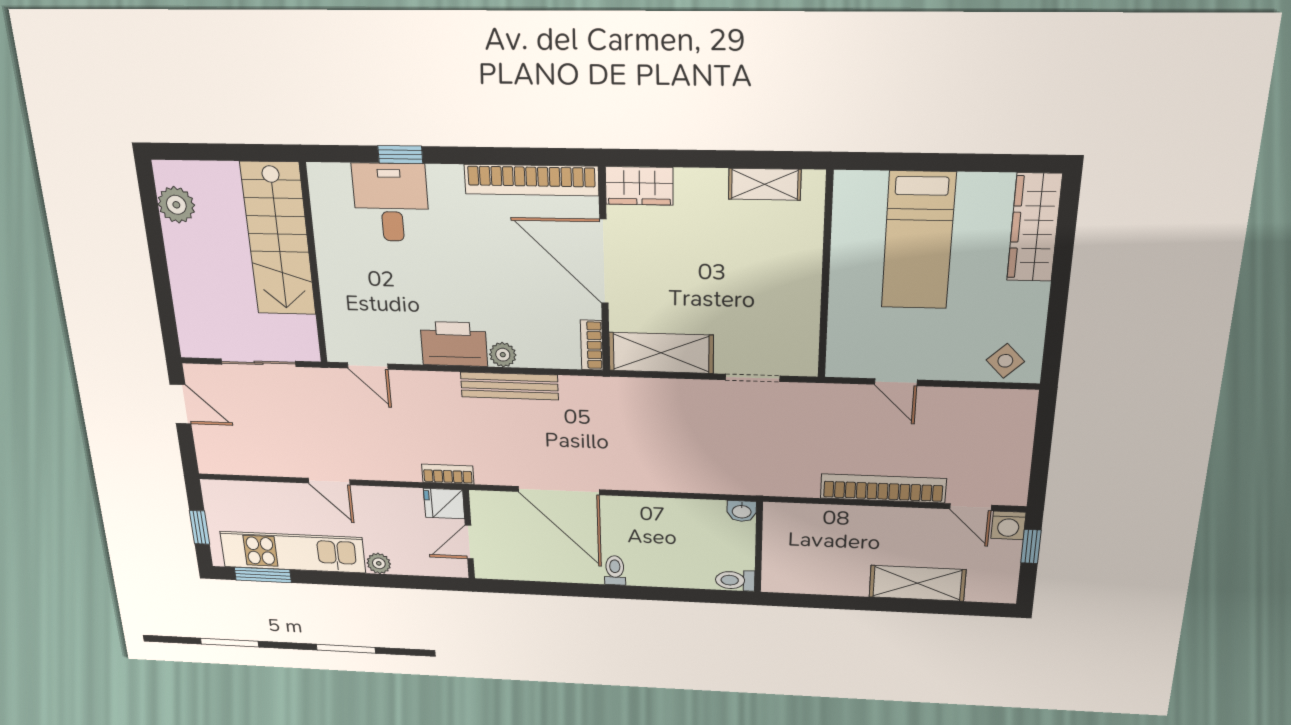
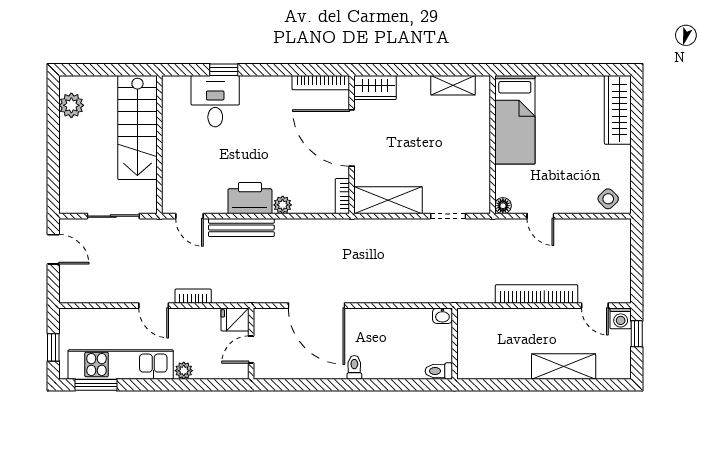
bookcase: (531, 180) -> (321, 83), width x0.68, depth x0.76
bed: (918, 241) -> (515, 120), moved
floor lamp: (838, 366) -> (503, 206), added
bench: (509, 386) -> (241, 228), moved
bookcase: (448, 474) -> (193, 296), moved

